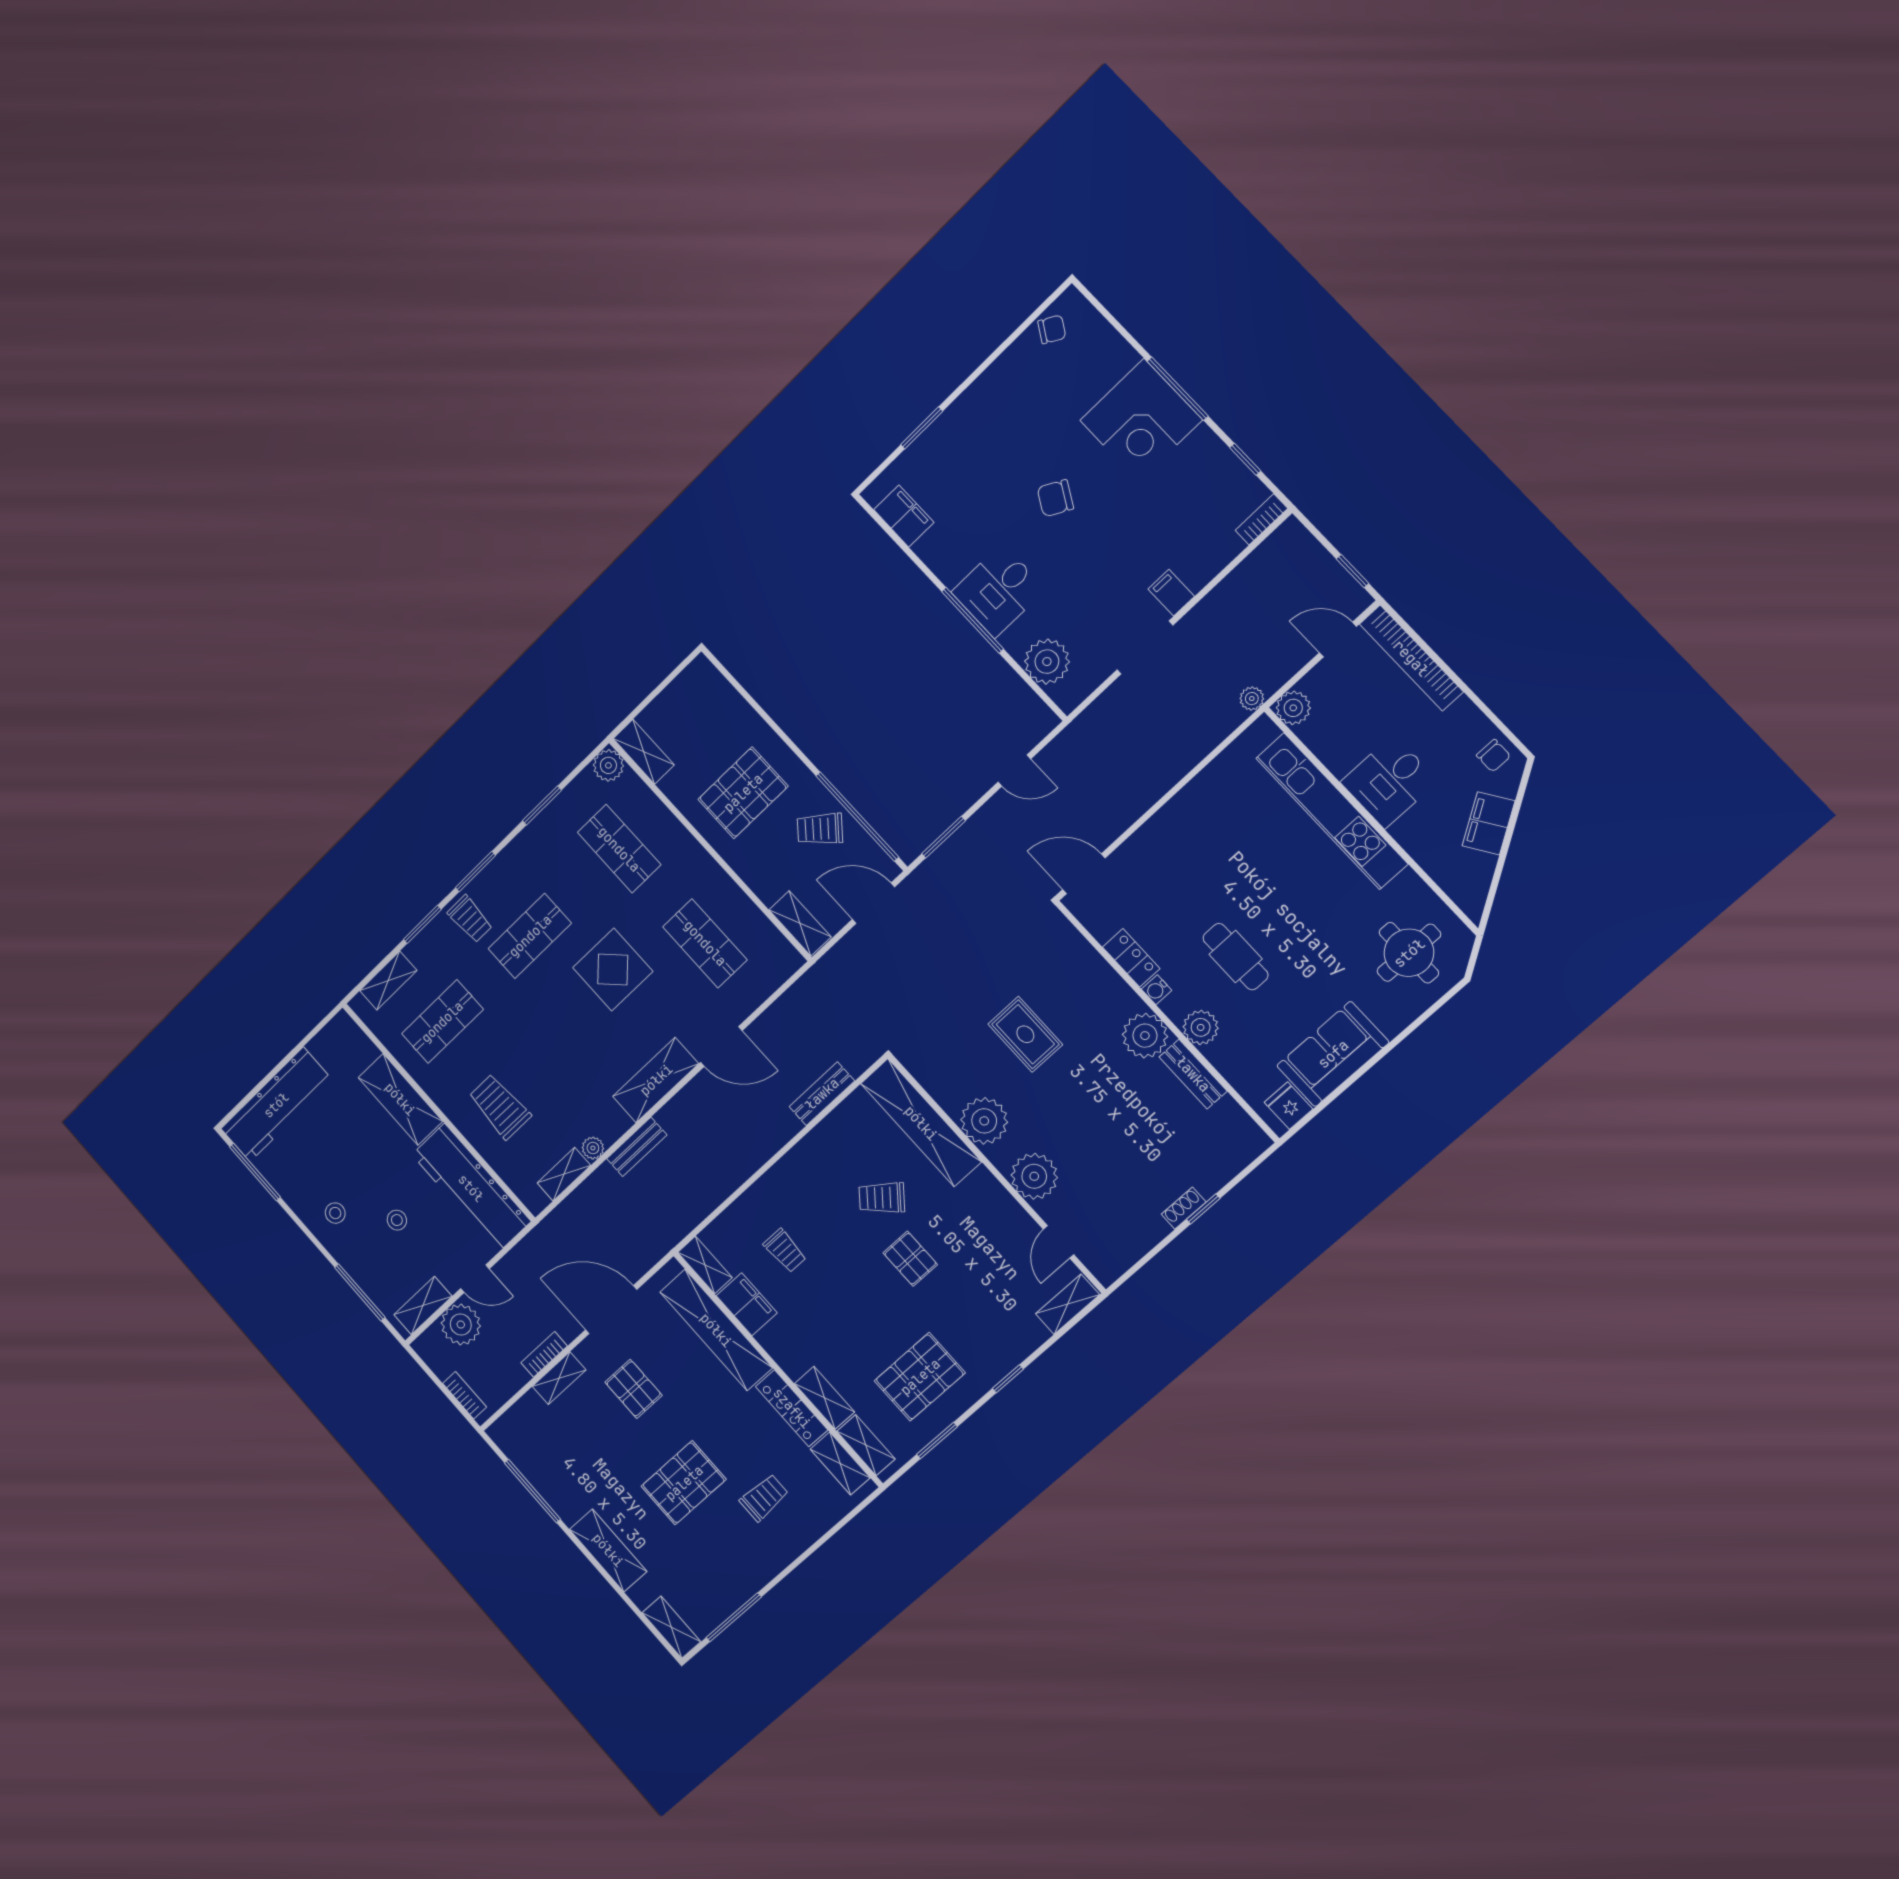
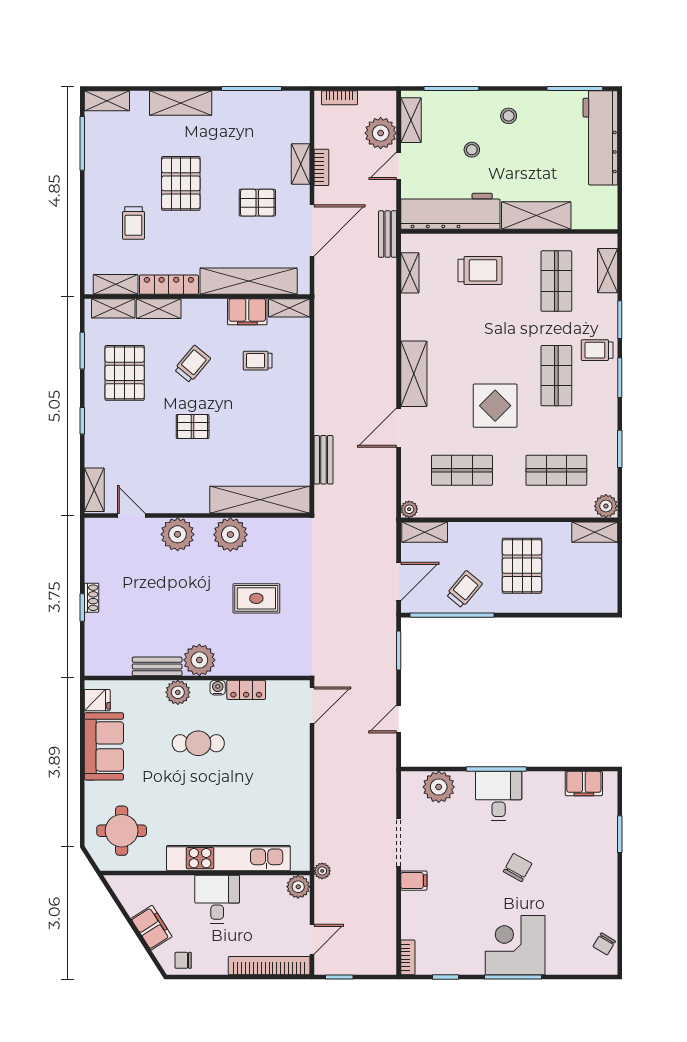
bench: (637, 1147) -> (388, 234), moved
plant: (593, 1148) -> (409, 509), moved
trolley: (882, 1198) -> (192, 364), moved

